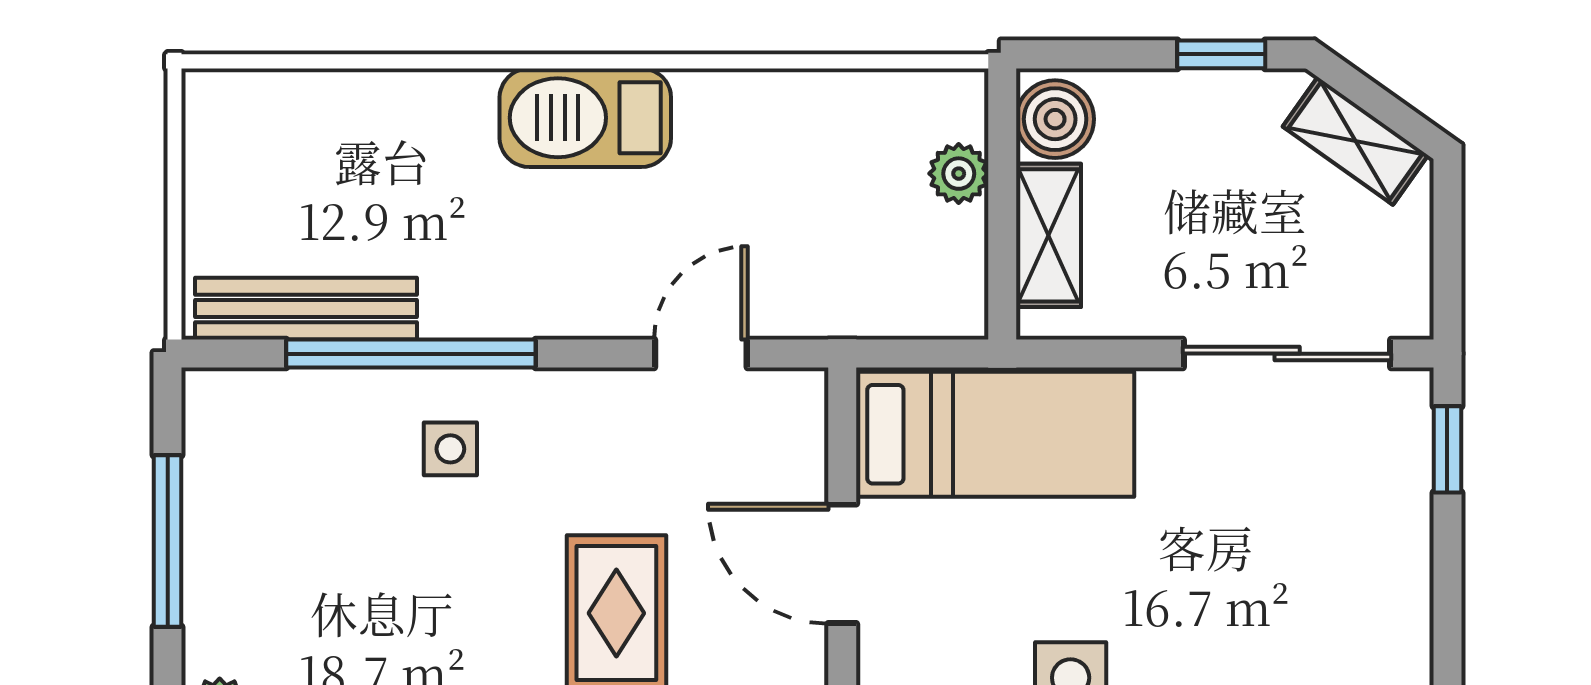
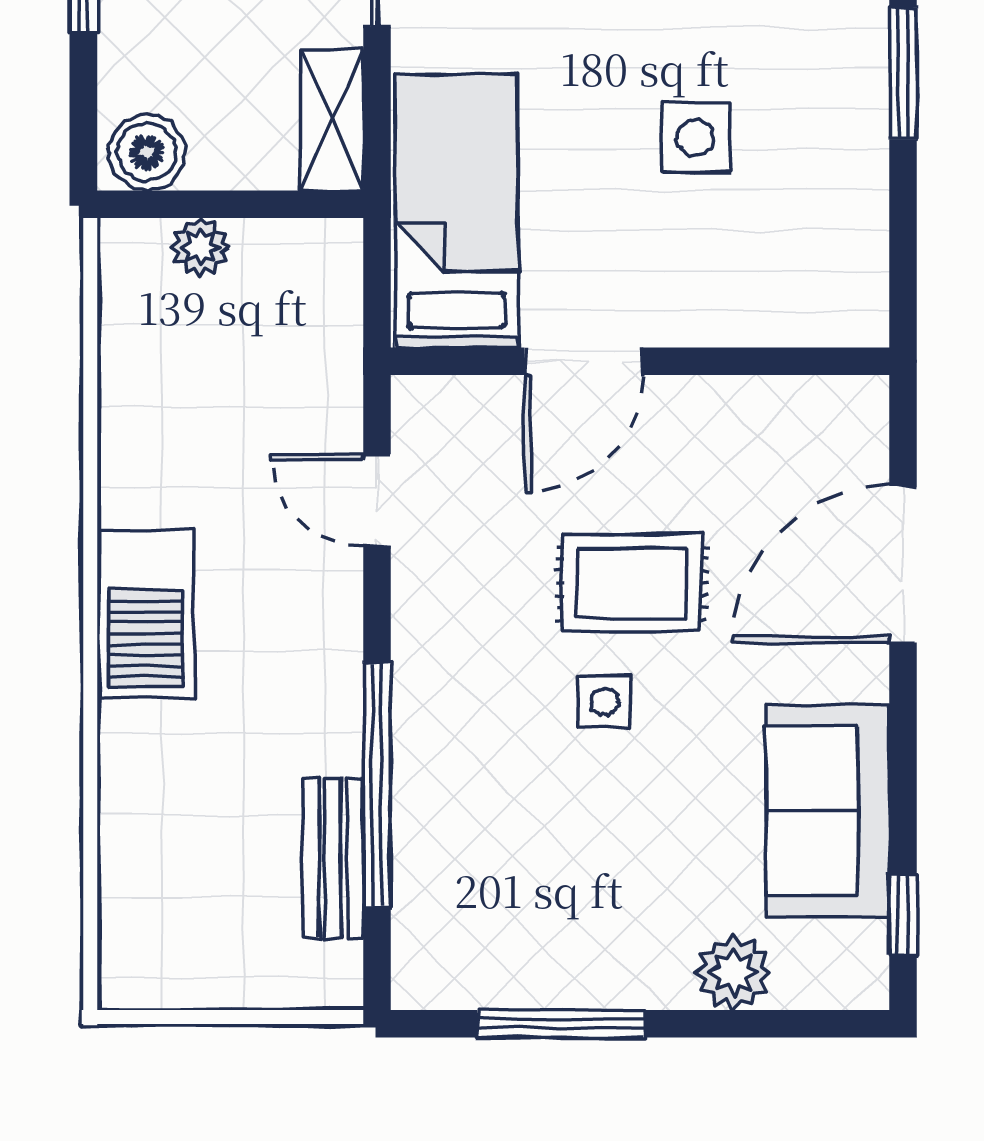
shelving: (1048, 235) -> (332, 120), moved, turned 90
bench: (306, 309) -> (333, 859), width x0.73
side table: (450, 449) -> (605, 702), moved

